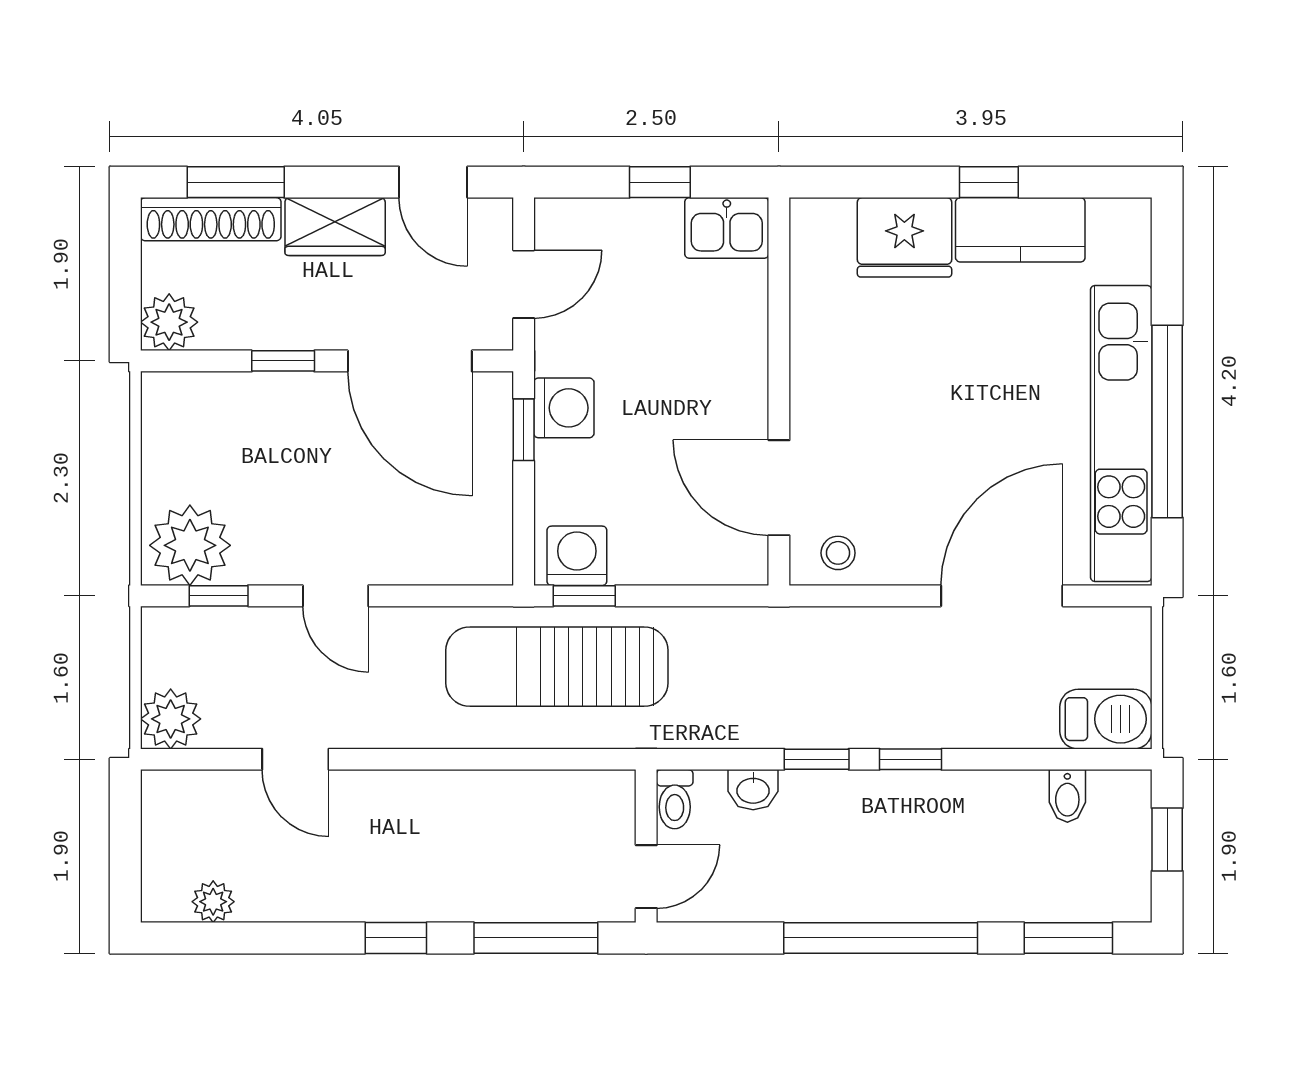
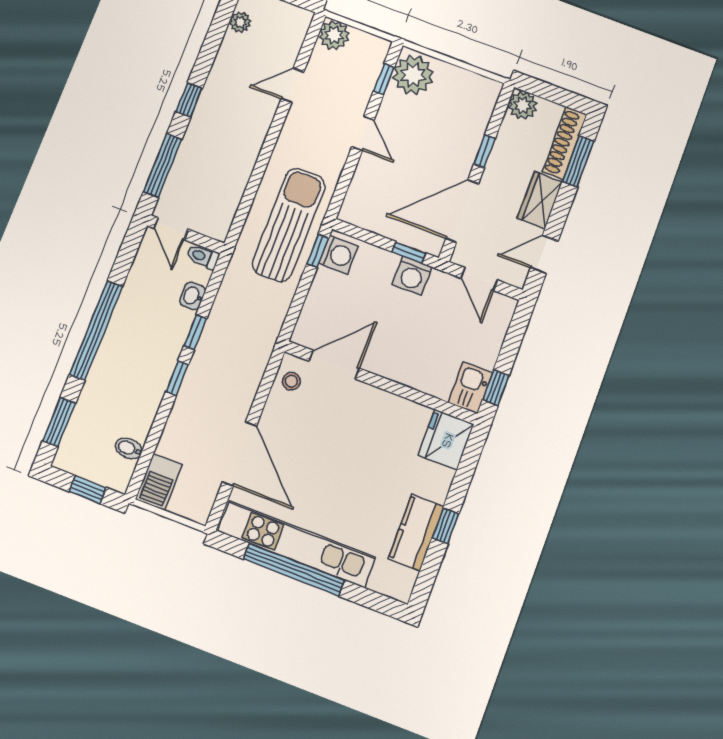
window: (660, 182) -> (496, 388), moved
fridge: (904, 237) -> (446, 440), moved
door: (336, 596) -> (363, 133), swing flipped

